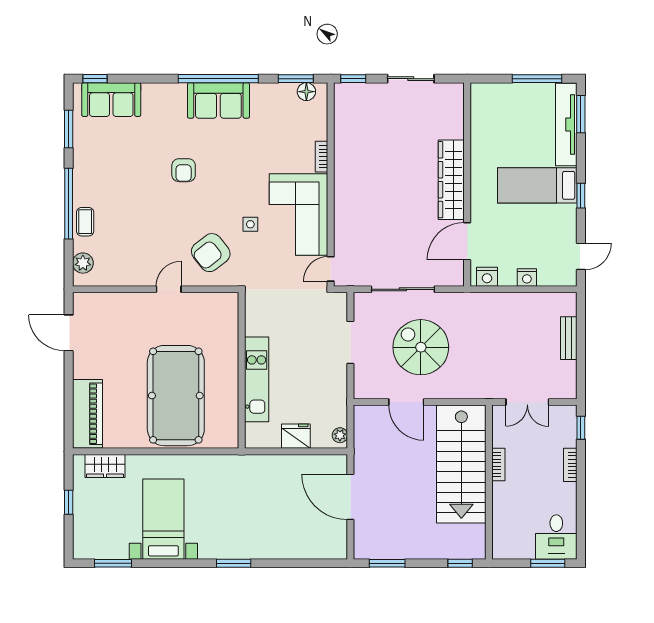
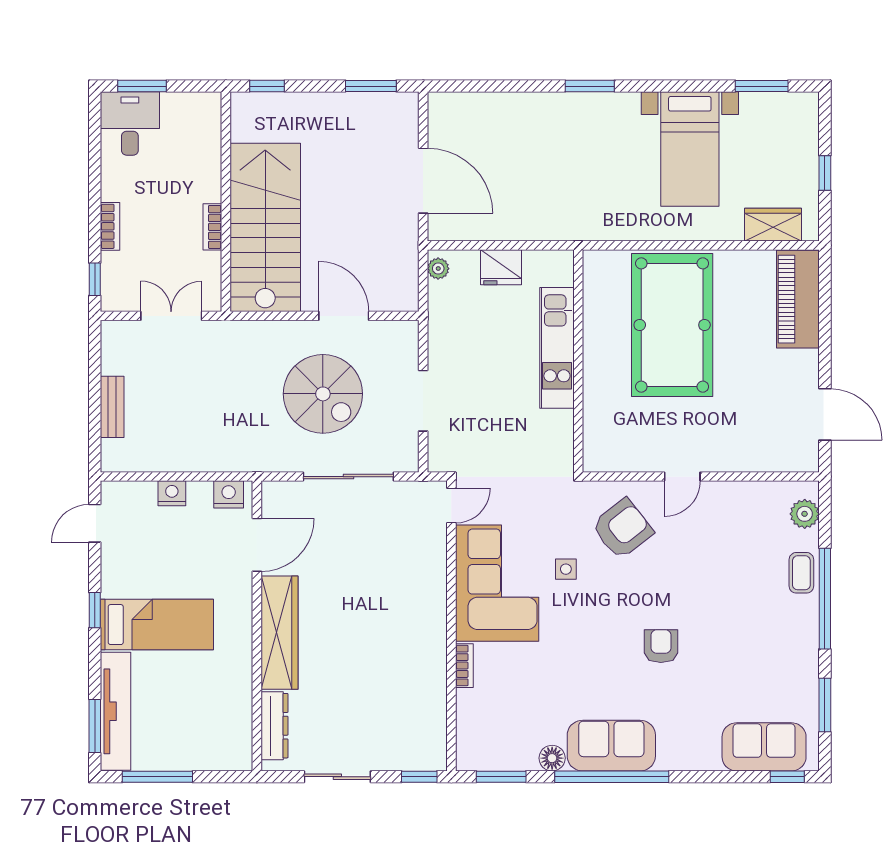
floor lamp: (306, 92) -> (552, 758), moved
dresser: (455, 114) -> (274, 726), added

